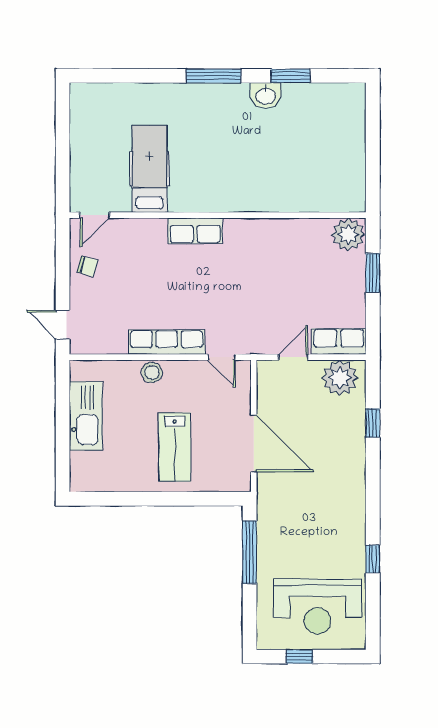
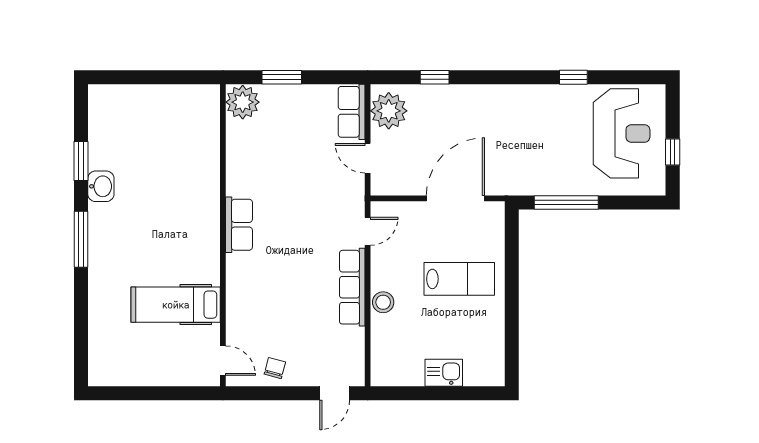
row of seats: (195, 231) -> (239, 225), moved
kitchen sink: (86, 416) -> (444, 373), width x0.53, depth x0.81

